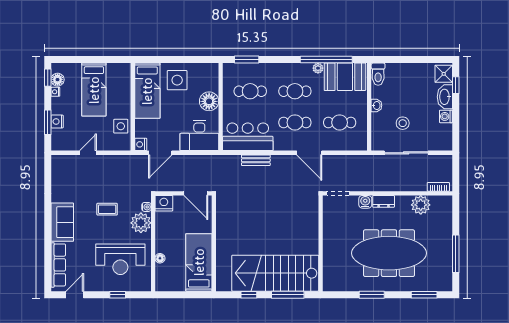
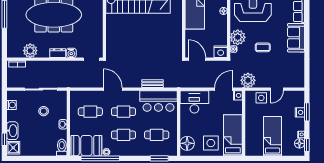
floor lamp: (209, 101) -> (187, 143), moved
washing machine: (446, 116) -> (11, 105), moved
side table: (121, 126) -> (261, 98), moved
plant: (127, 165) -> (248, 80), added

